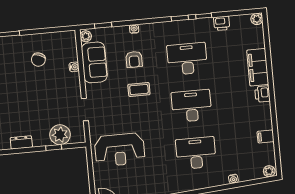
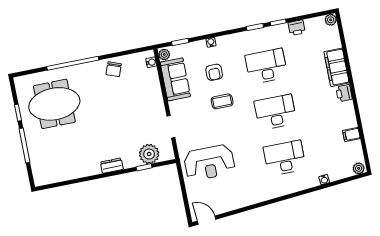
chair: (38, 60) -> (114, 69), moved
water cooler: (74, 67) -> (151, 62), moved

